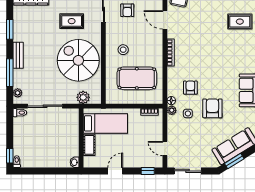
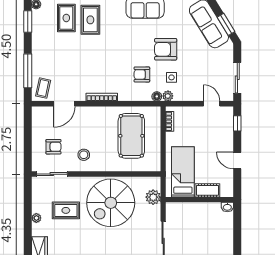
rug: (72, 21) -> (66, 210), turned 90
rug: (238, 43) -> (90, 20), added
stool: (123, 50) -> (84, 155), moved
door: (165, 149) -> (212, 104), swing flipped

